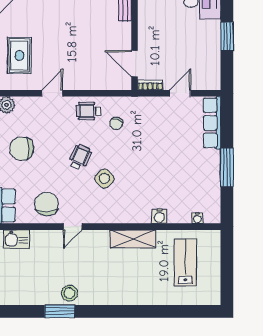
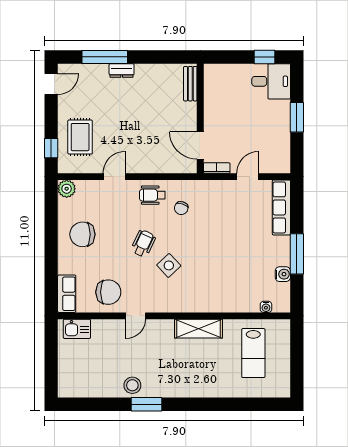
chair: (46, 204) -> (108, 292), turned 90
water cooler: (159, 216) -> (283, 274), moved, turned -90
lab bench: (185, 262) -> (253, 353), turned 180
window: (60, 311) -> (146, 404), moved

